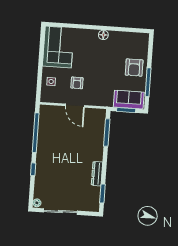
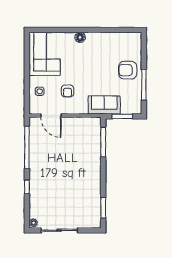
floor lamp: (103, 35) -> (80, 37), moved
armchair: (134, 68) -> (128, 70), turned 90
sofa: (129, 100) -> (104, 105), moved
door: (75, 106) -> (51, 115), moved
dresser: (97, 174) -> (96, 187), removed

